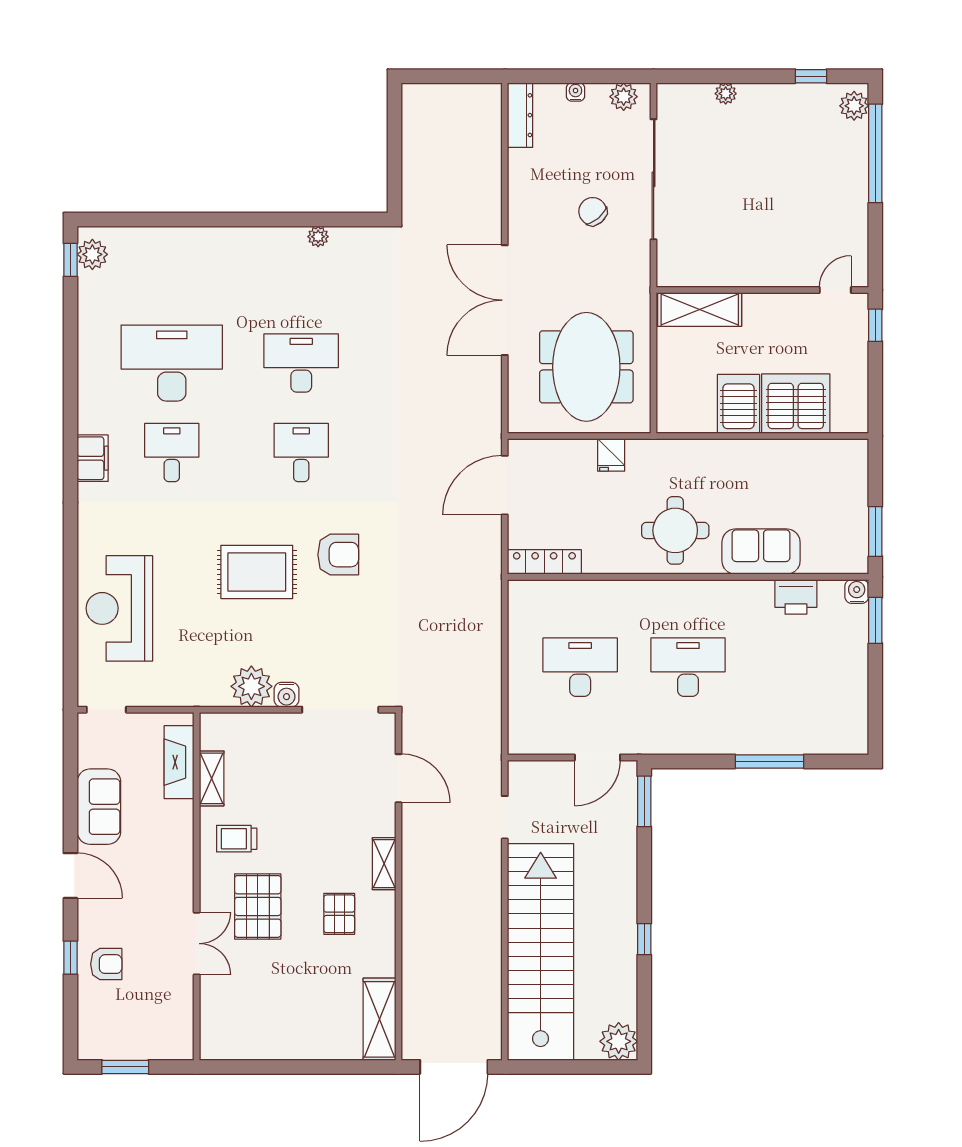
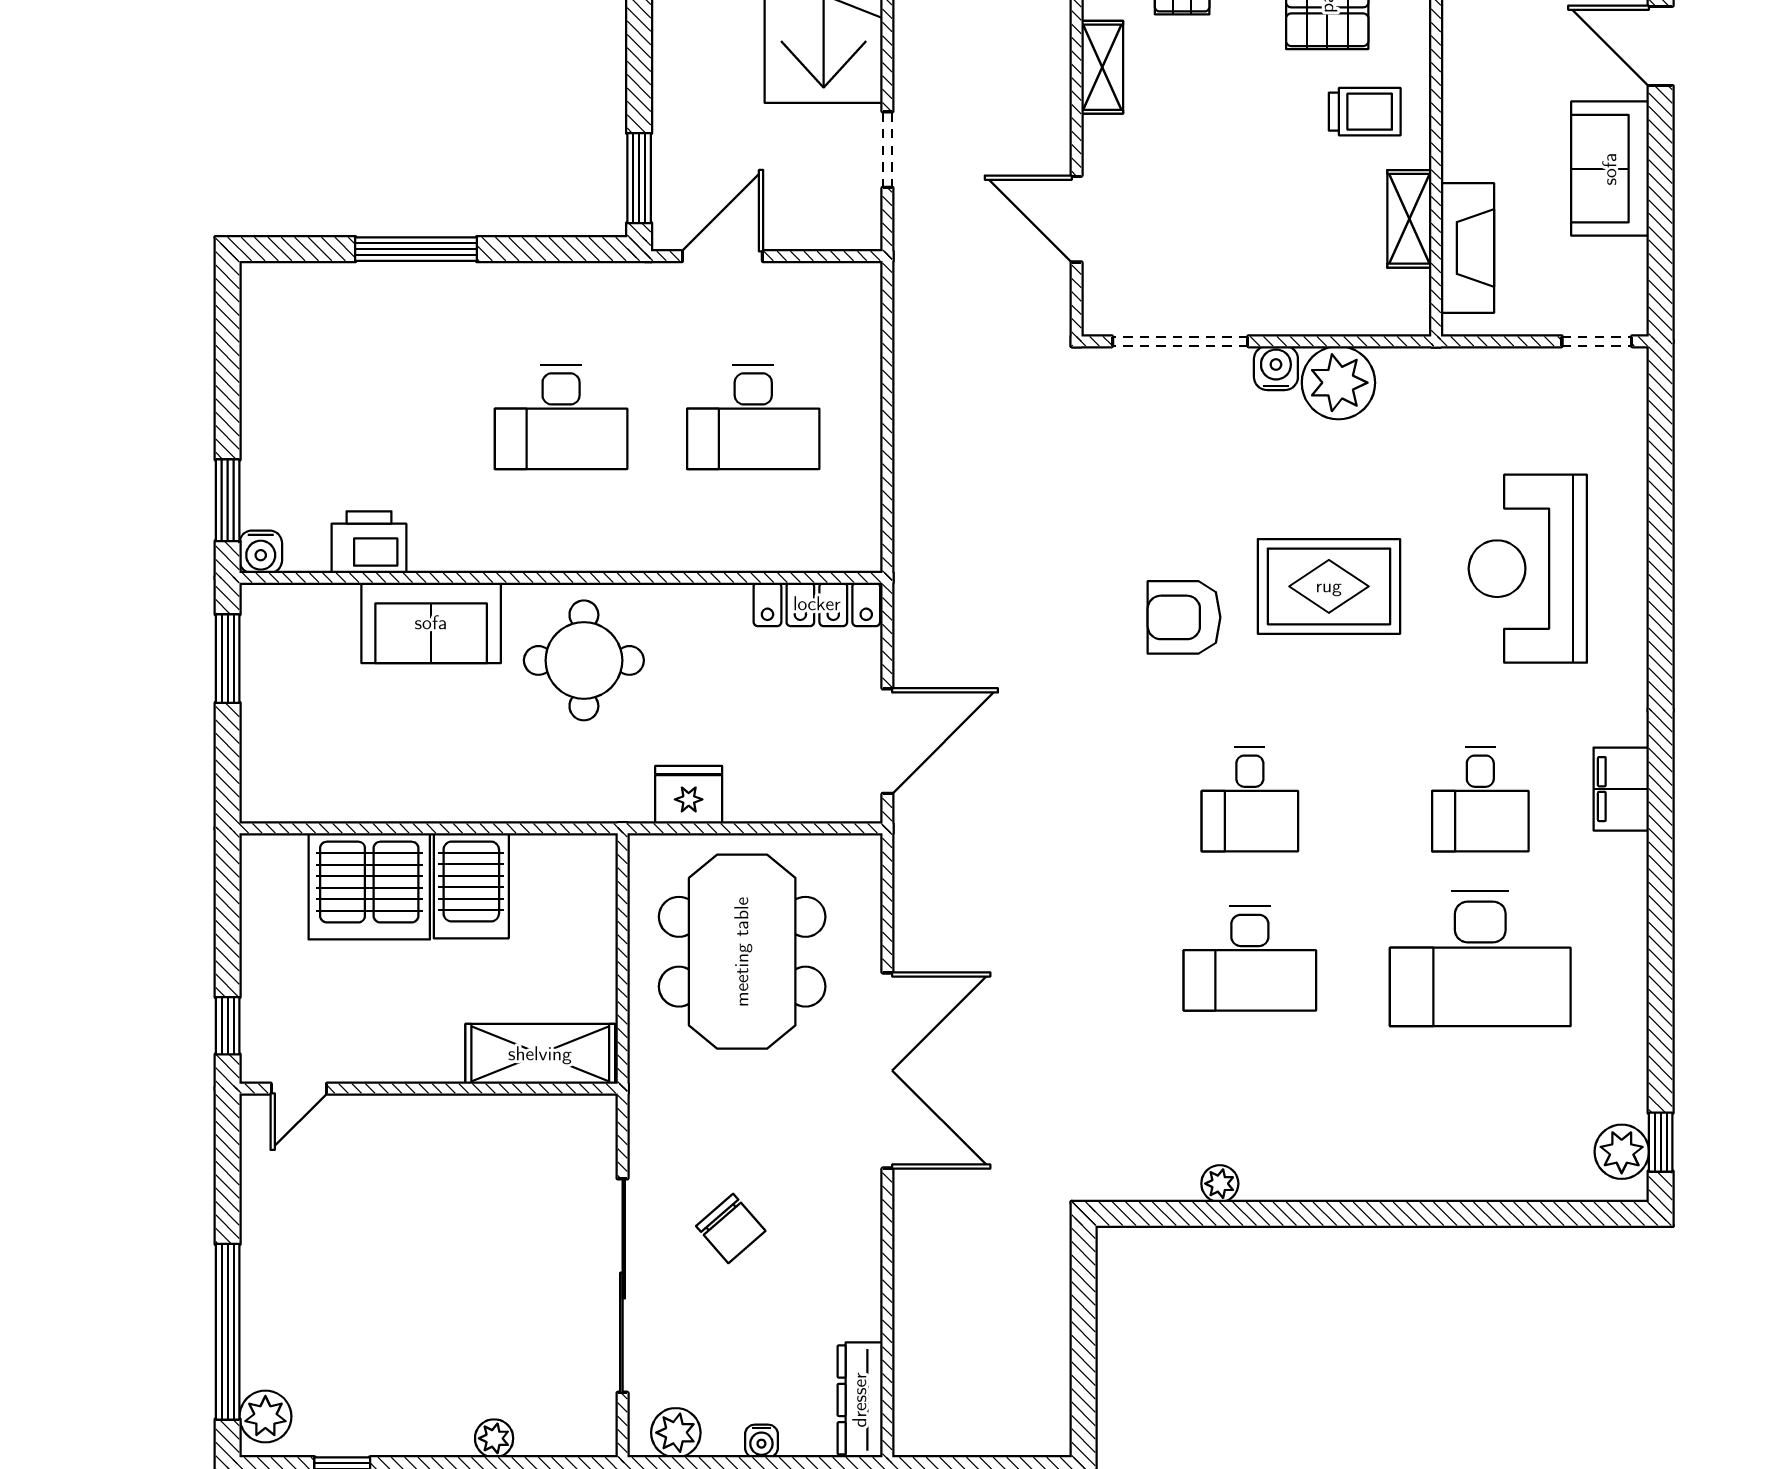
fridge: (611, 455) -> (689, 795), width x1.38
reception desk: (119, 608) -> (1528, 569), moved, turned 180

